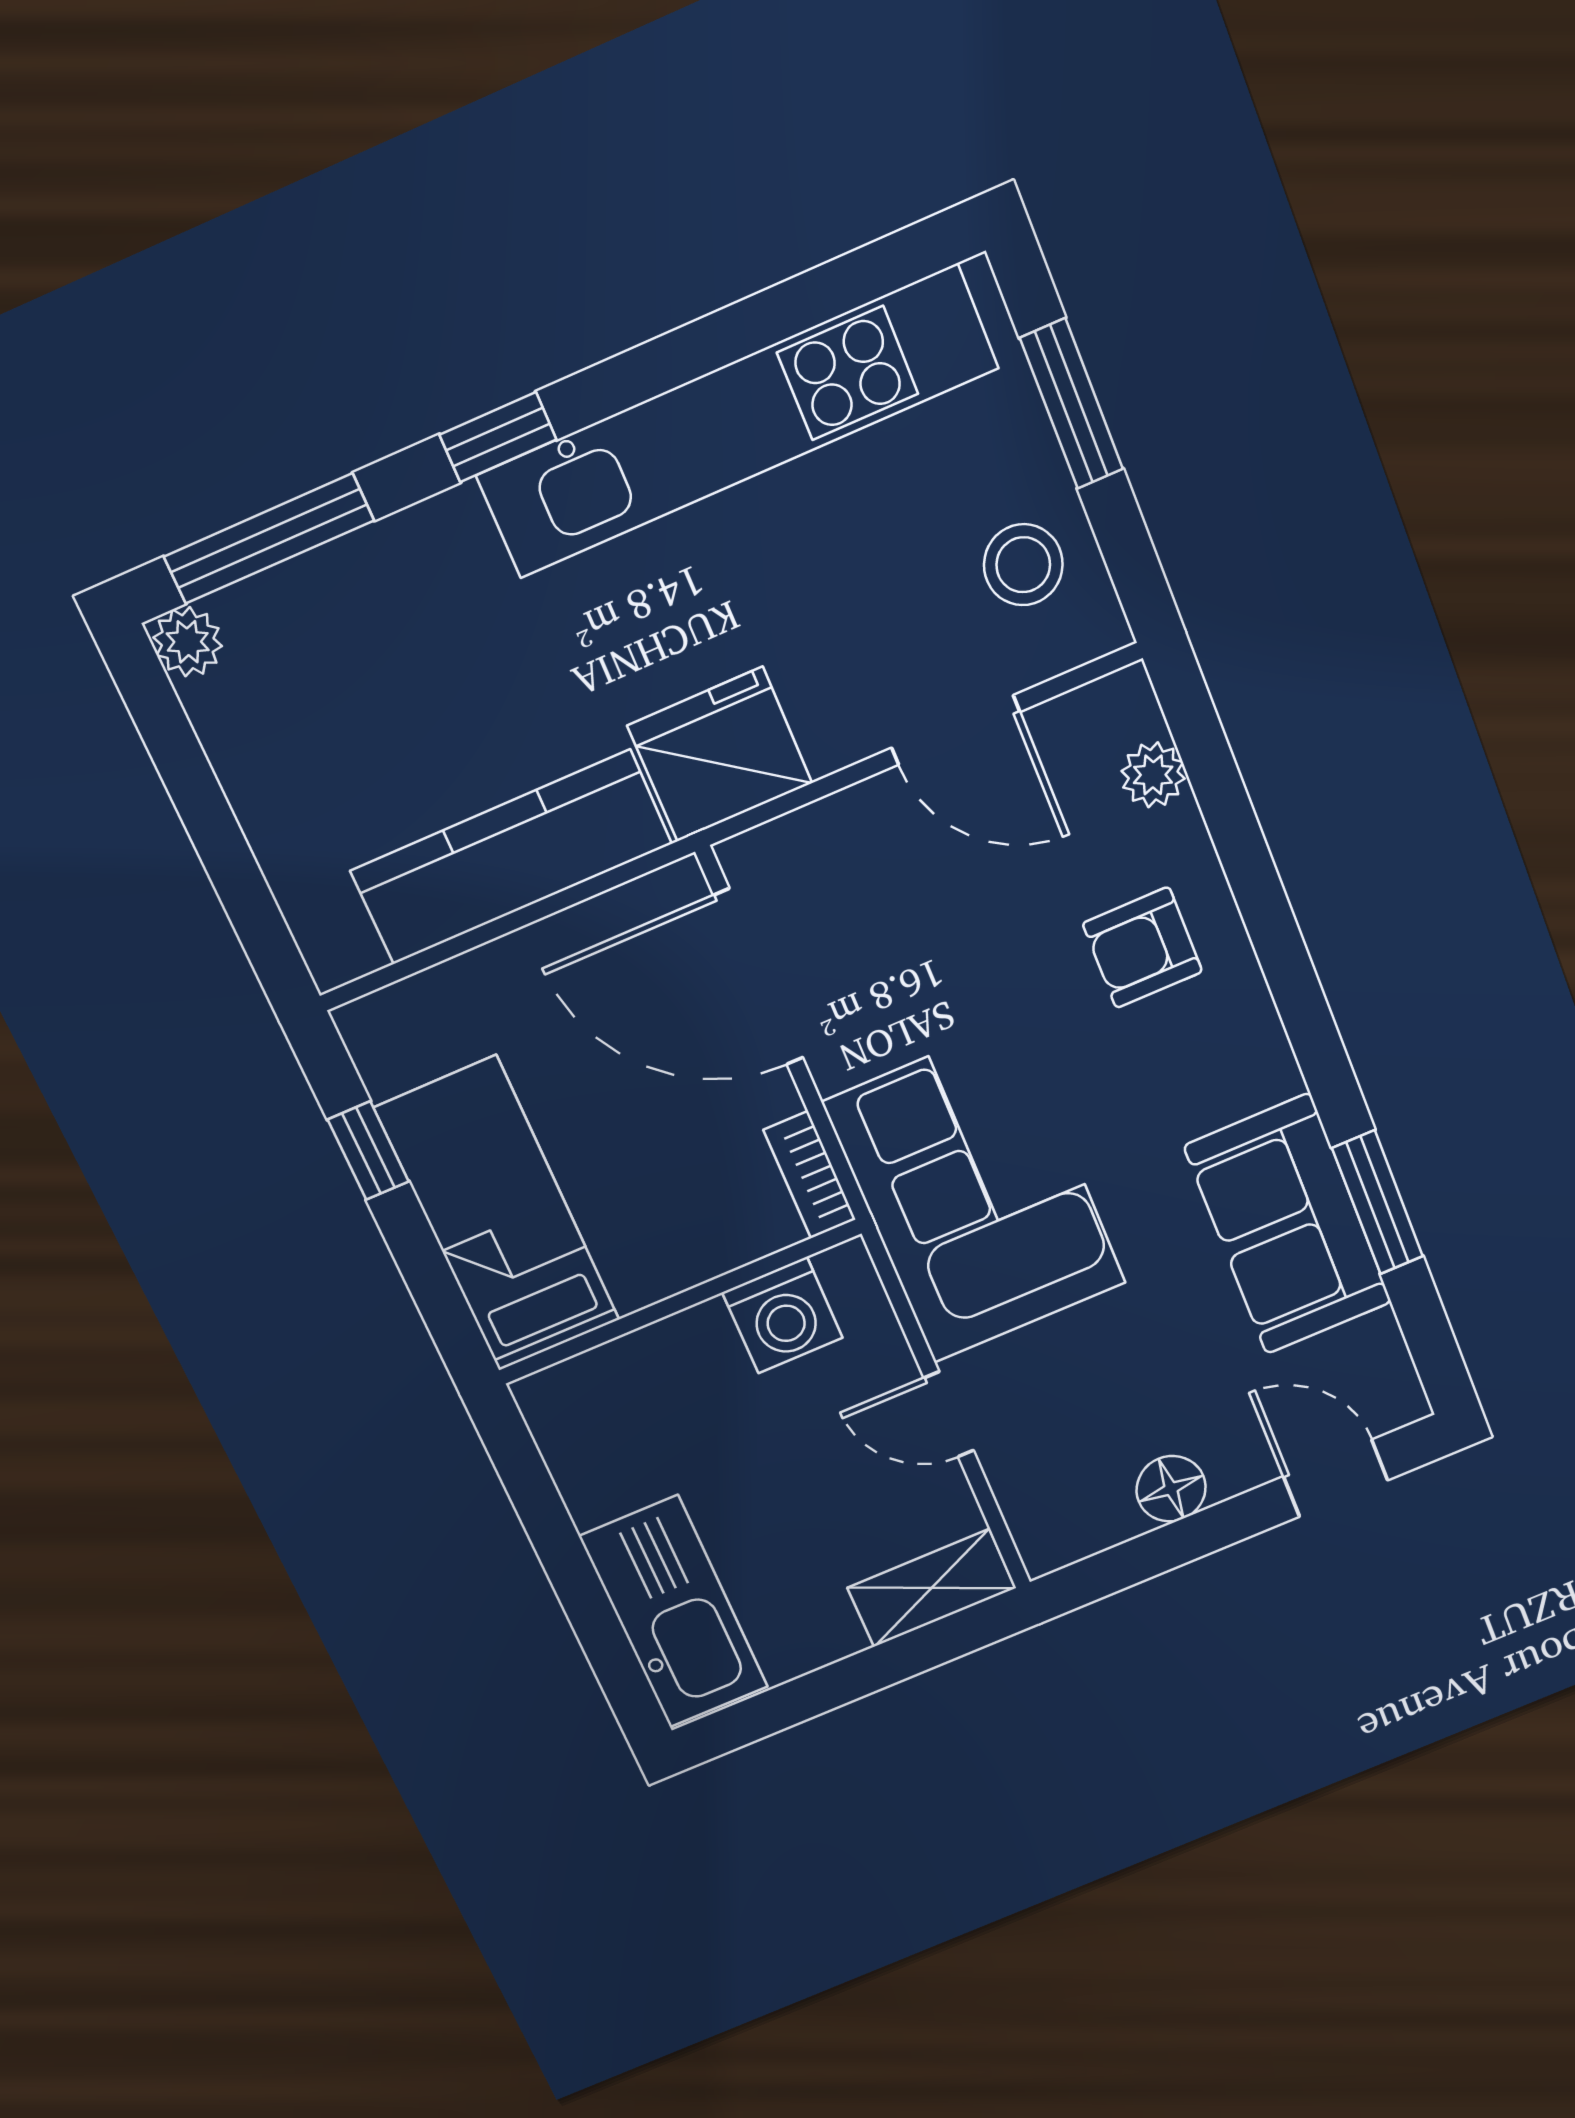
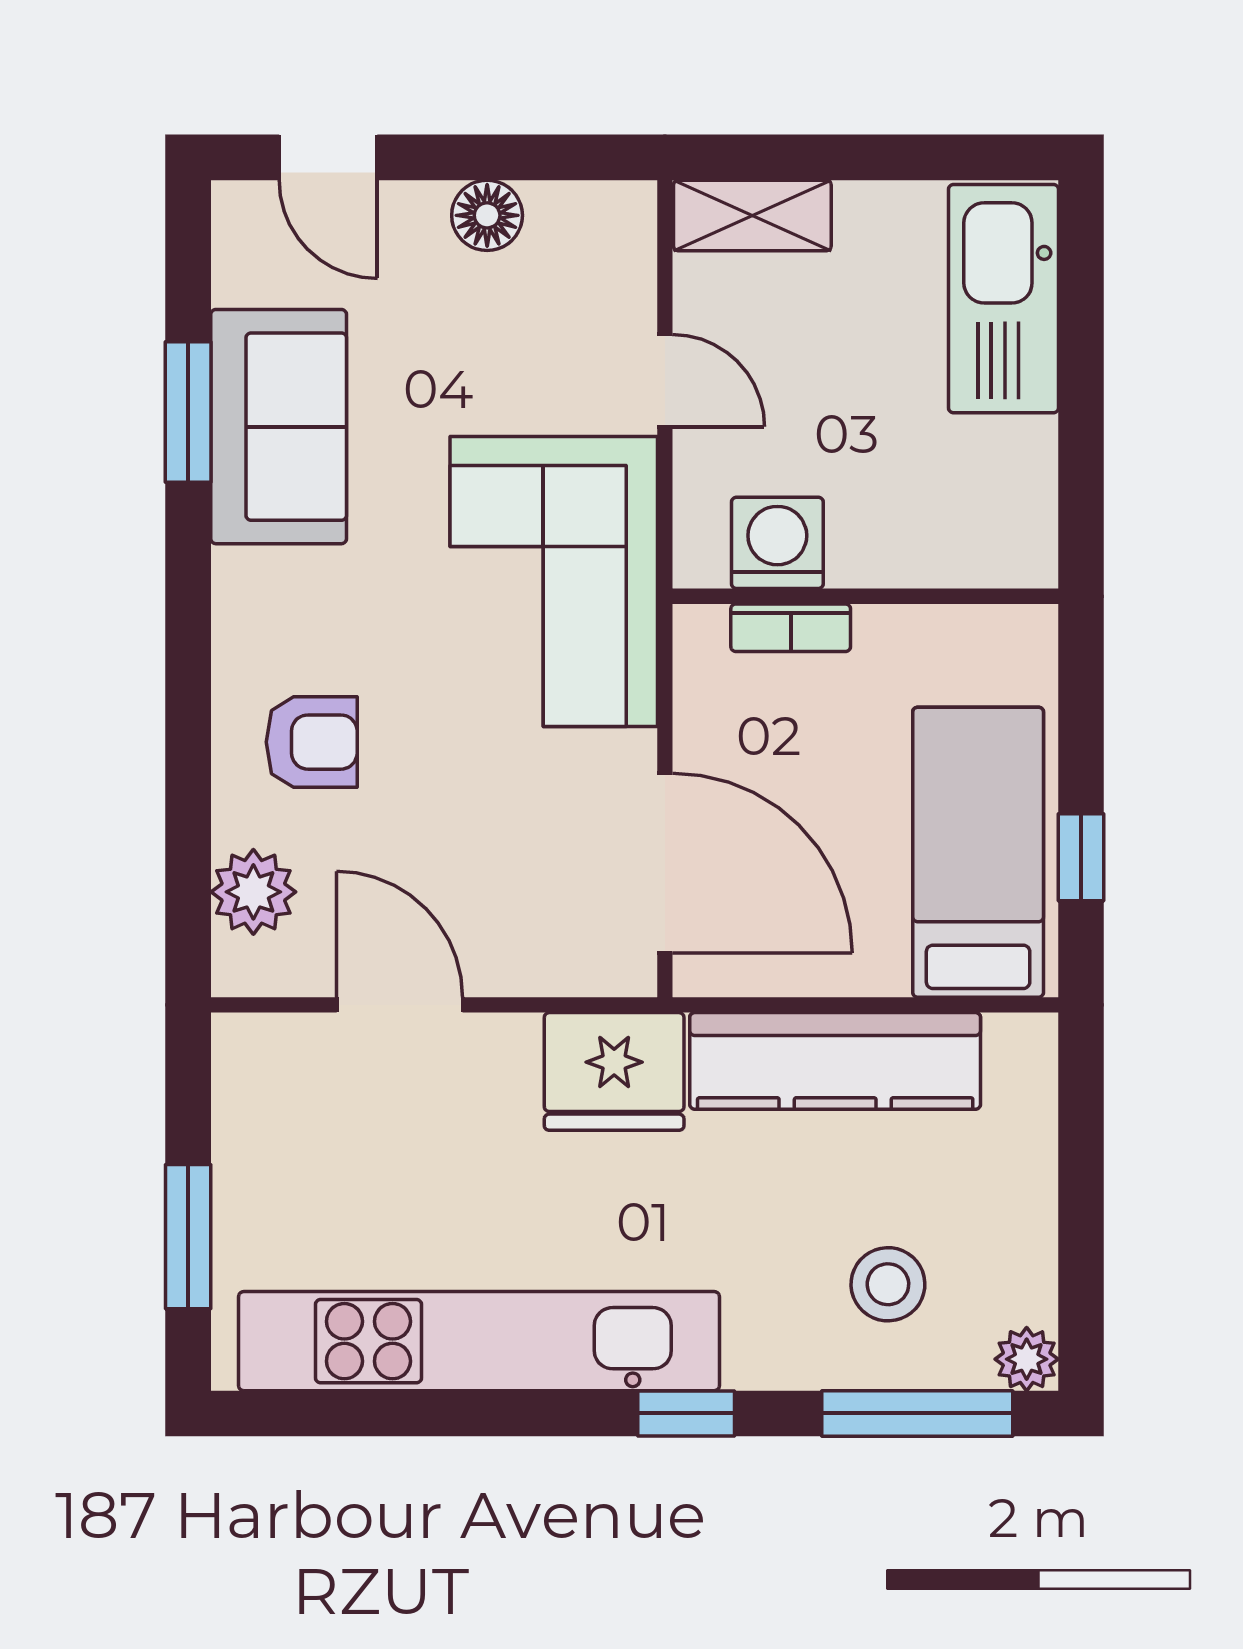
stool: (1023, 565) -> (888, 1284), moved
plant: (1153, 775) -> (253, 892), width x1.38, depth x1.38
bookcase: (810, 1175) -> (791, 628), moved, turned 90
bed: (498, 1215) -> (978, 852), moved, turned 180

